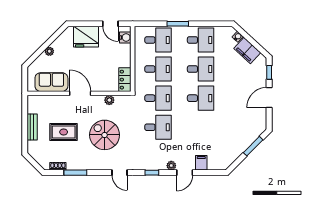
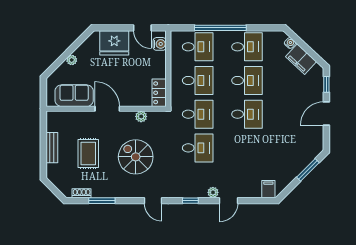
window: (178, 24) -> (220, 28), width x2.11
rug: (64, 132) -> (88, 153), turned 90
filing cabinet: (201, 163) -> (268, 189), moved

